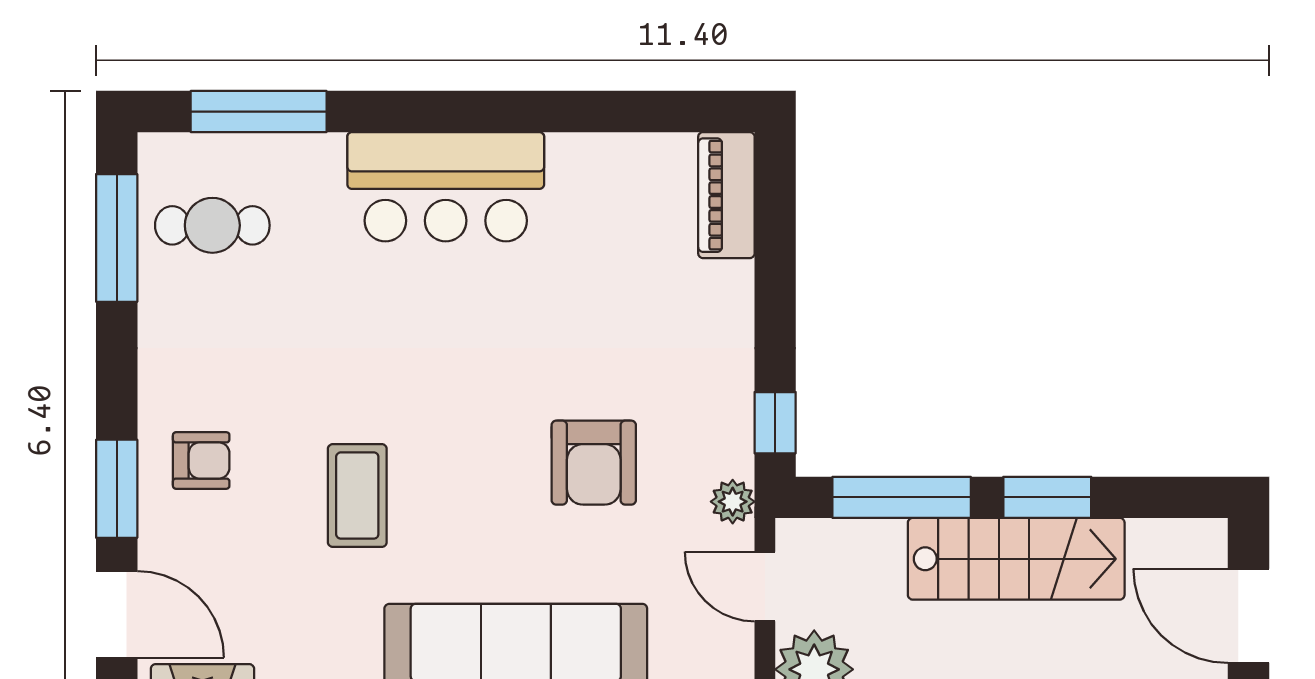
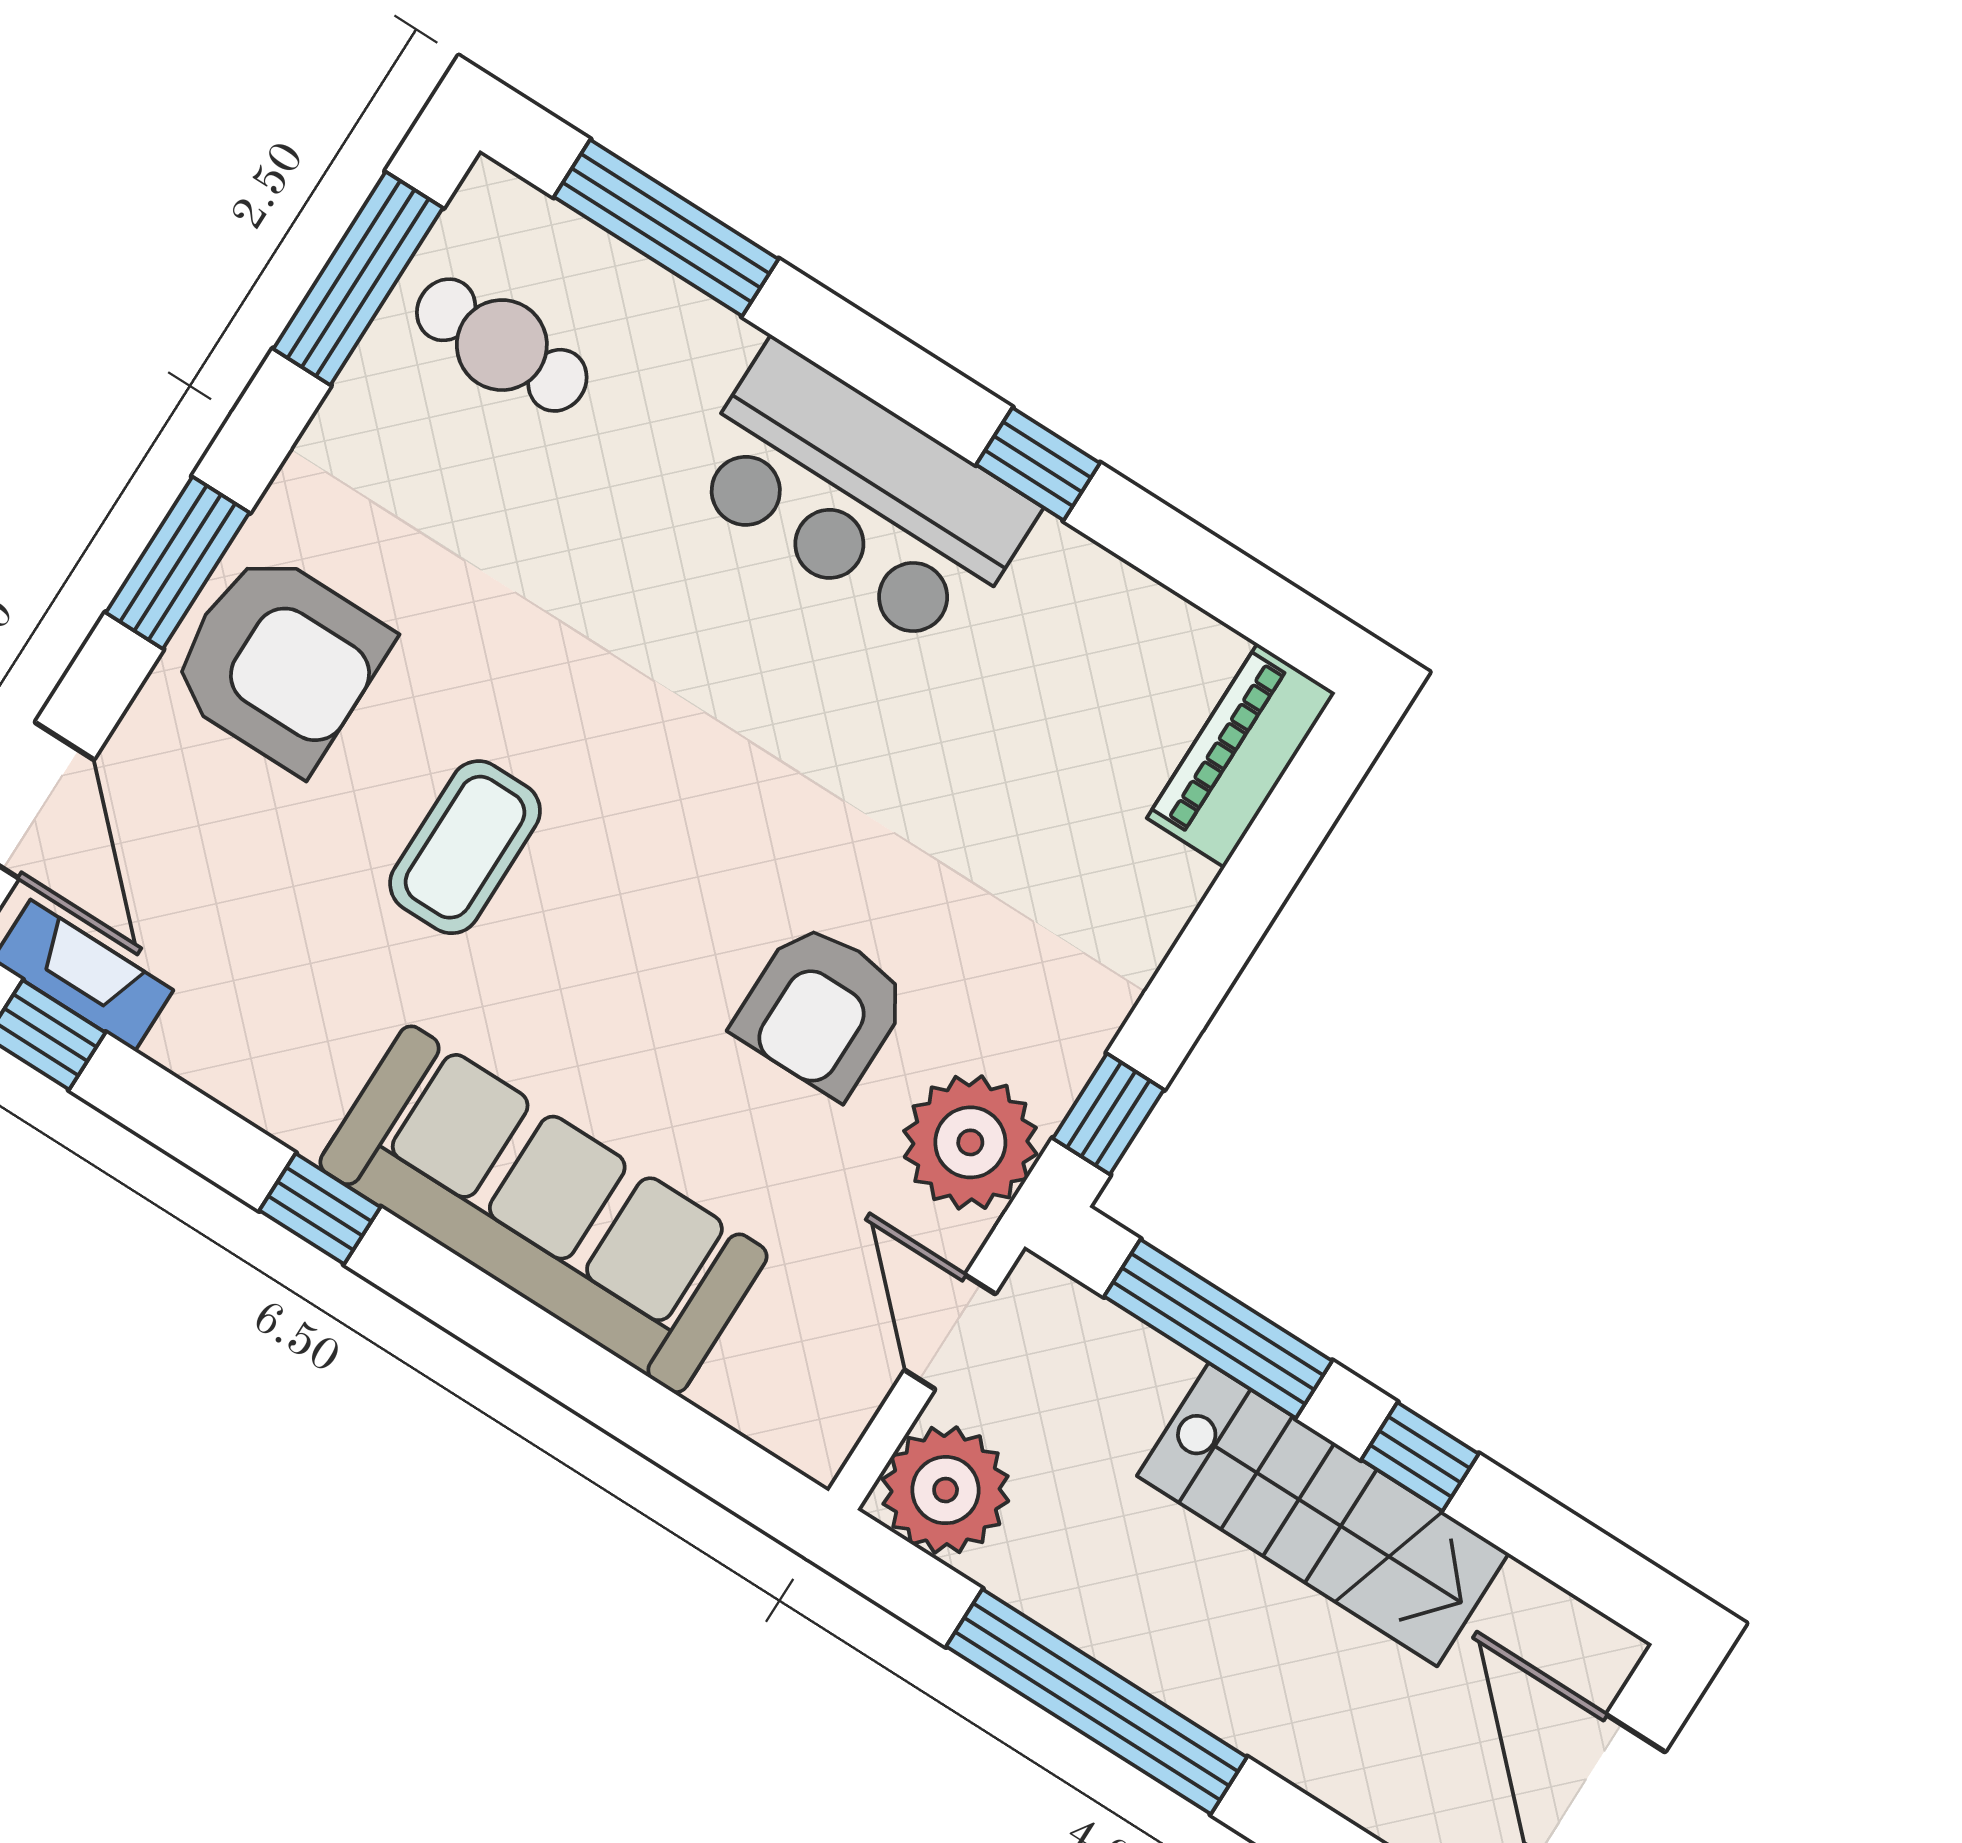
window: (527, 112) -> (1038, 464), added
armchair: (201, 460) -> (279, 661), width x1.88, depth x1.88
window: (117, 489) -> (178, 563), moved
window: (1047, 497) -> (1420, 1457), width x0.67
plant: (733, 502) -> (970, 1142), width x1.88, depth x1.88

